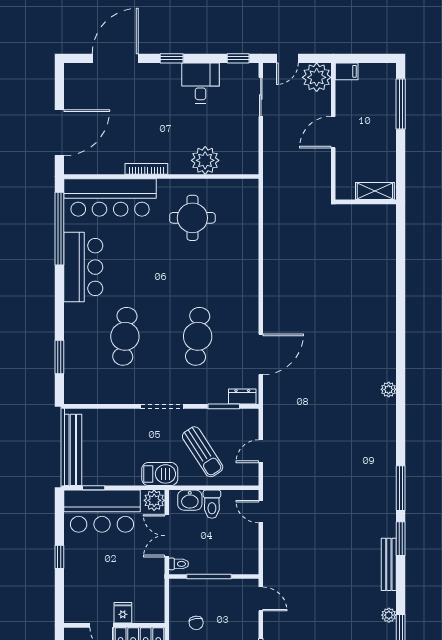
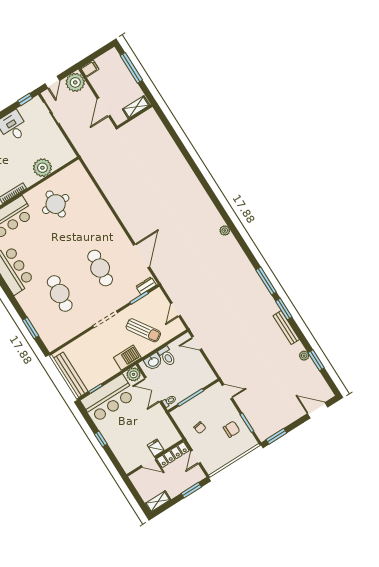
shelving: (375, 191) -> (136, 107), moved
wall: (366, 202) -> (135, 116), moved

